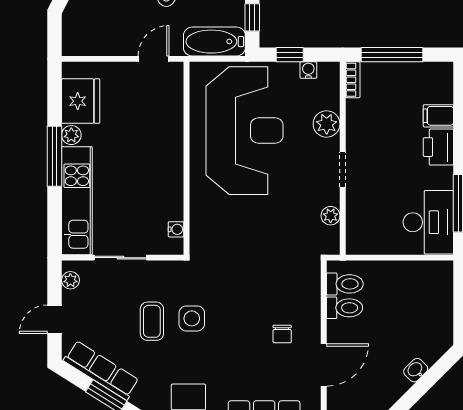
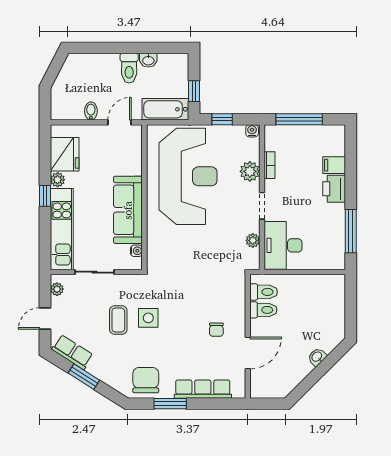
bidet: (116, 44) -> (91, 111), added
water cooler: (308, 70) -> (252, 131), moved
bookcase: (353, 80) -> (270, 165), moved
window: (55, 156) -> (45, 196), width x0.46
sofa: (165, 175) -> (128, 210), added
desk: (428, 222) -> (283, 245), moved, turned 180
row of seats: (101, 370) -> (72, 352), width x0.68

